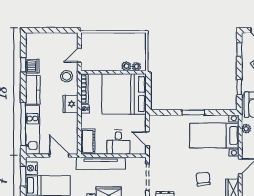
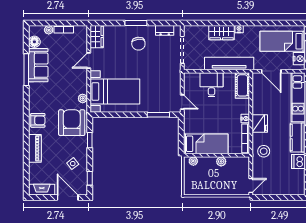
door: (79, 55) -> (251, 186), moved
plant: (126, 66) -> (221, 161), moved
bed: (124, 94) -> (206, 144), width x0.49
window: (193, 112) -> (158, 115), moved
door: (147, 139) -> (182, 102), moved
chair: (203, 179) -> (138, 44), moved

